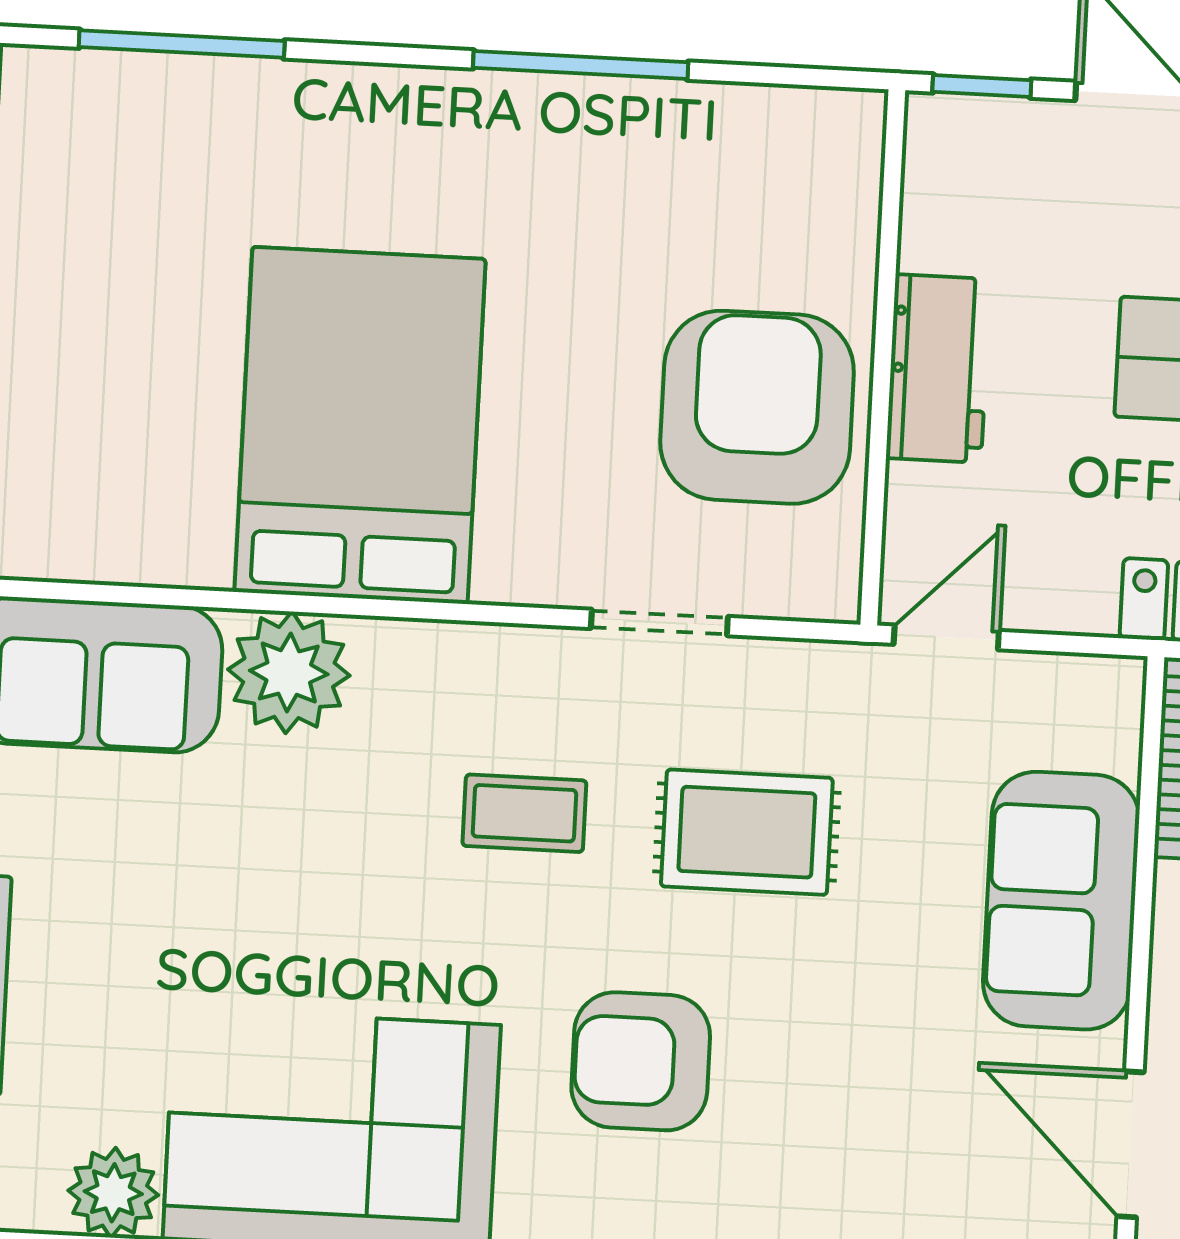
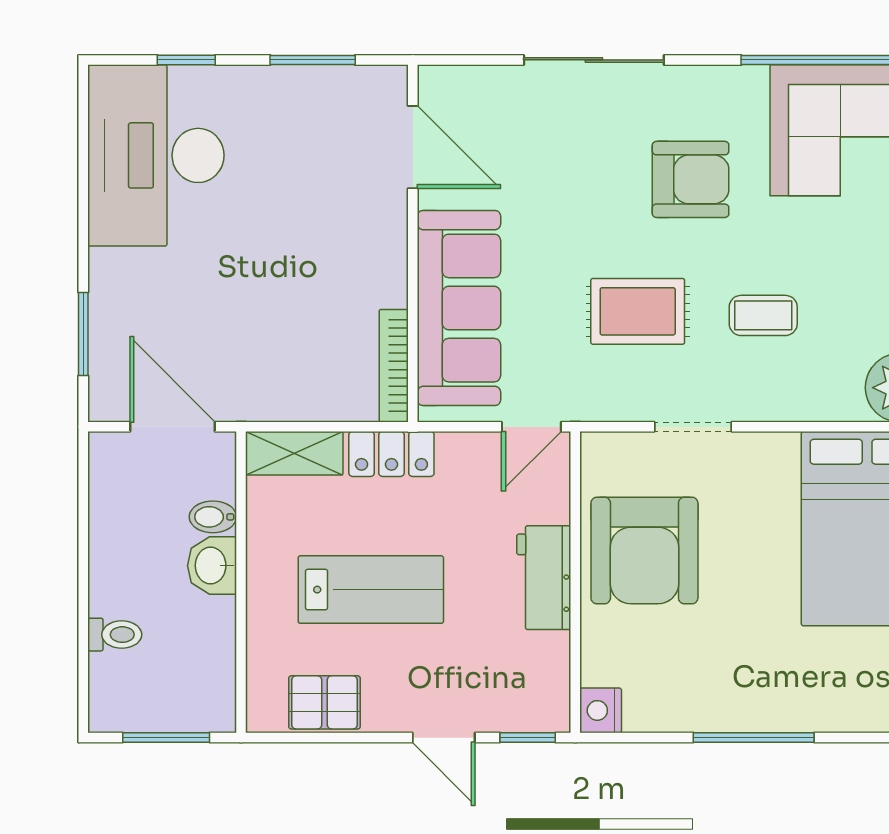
nightstand: (850, 127) -> (601, 710), added
sofa: (1061, 901) -> (459, 308), width x1.36

